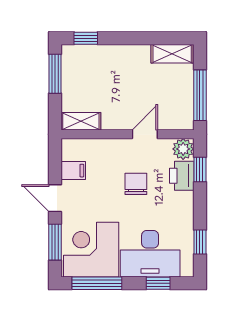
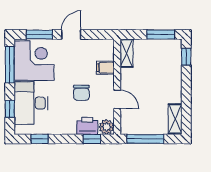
filing cabinet: (73, 171) -> (105, 68), moved, turned 90
chair: (136, 184) -> (81, 93), turned 90

